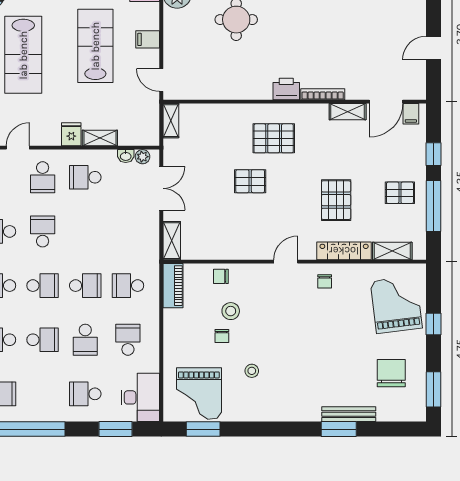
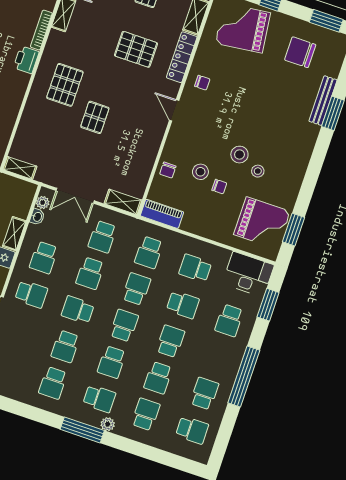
double door: (161, 188) -> (75, 196), swing flipped
school desk: (85, 231) -> (90, 273), added
school desk: (128, 231) -> (102, 237), added
stool: (263, 346) -> (239, 155), added

